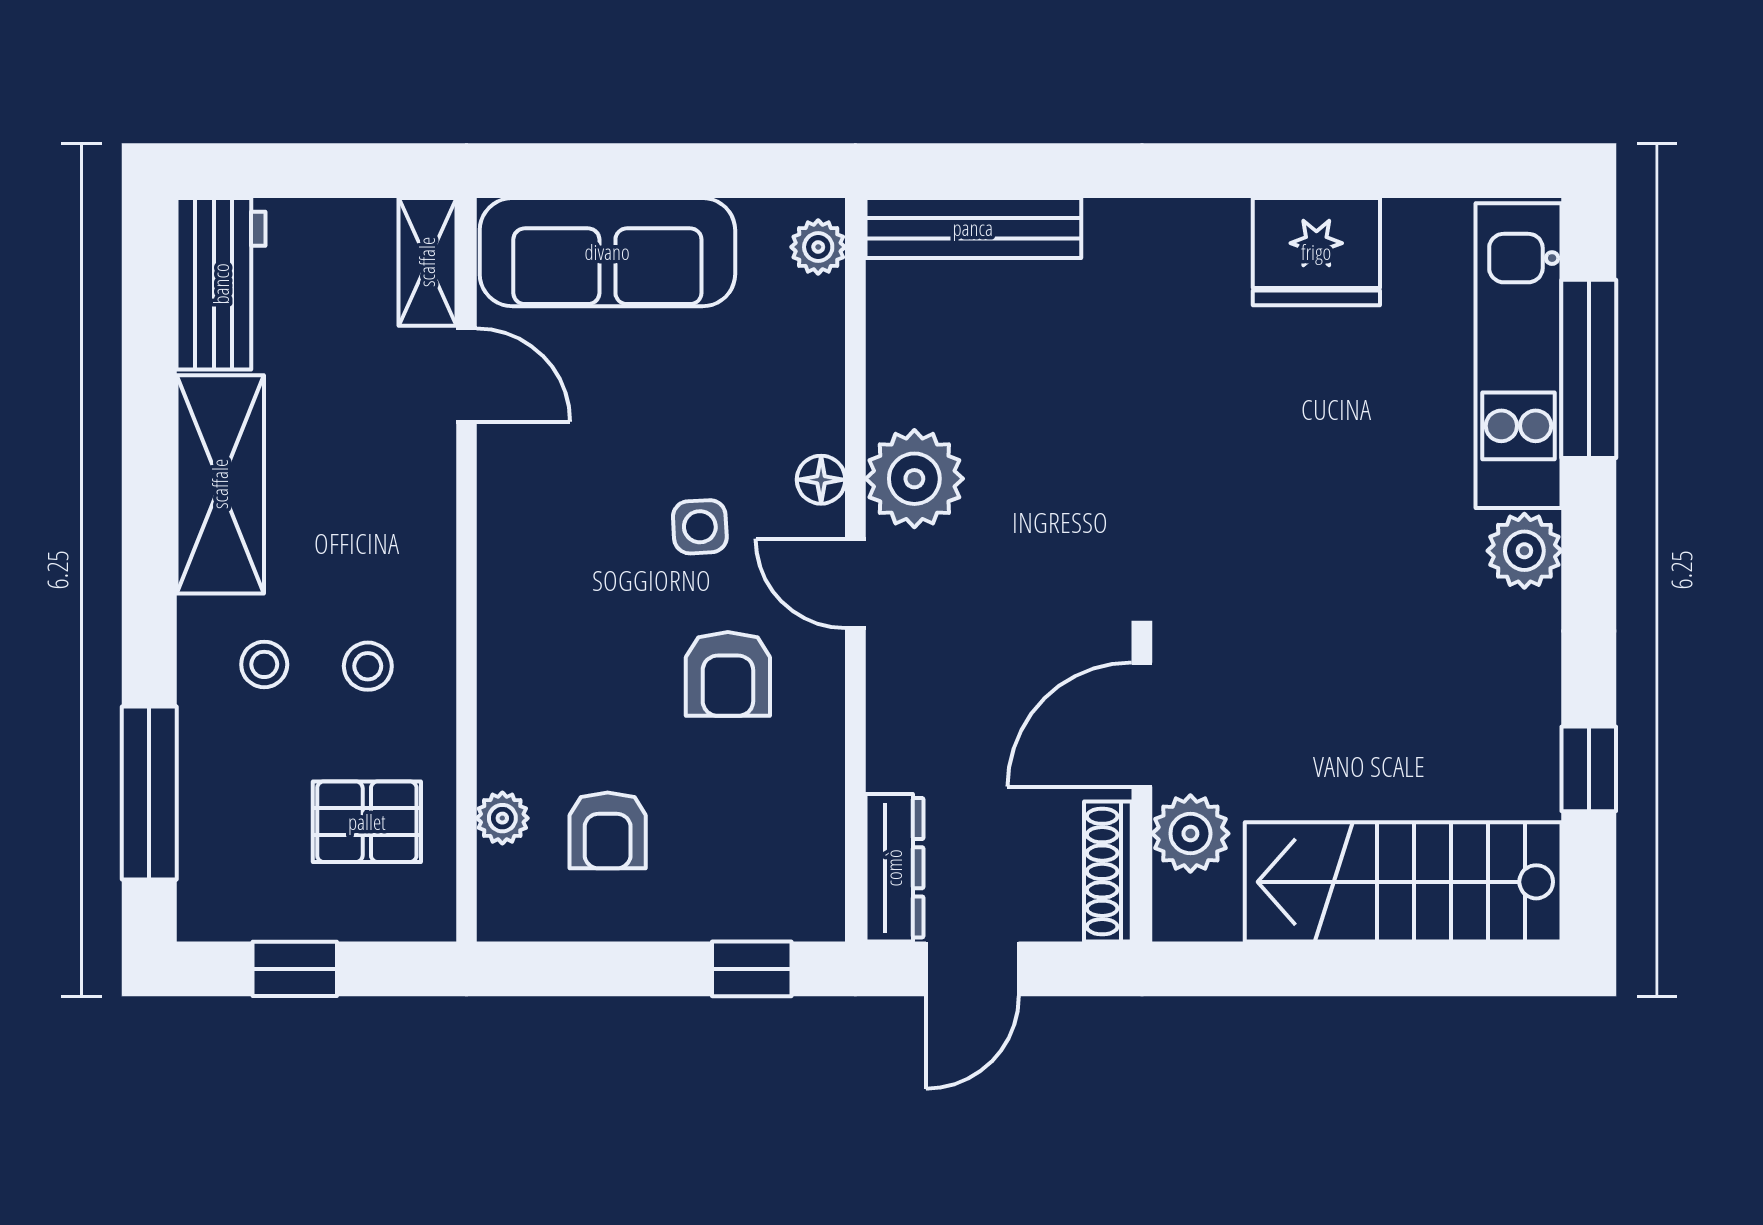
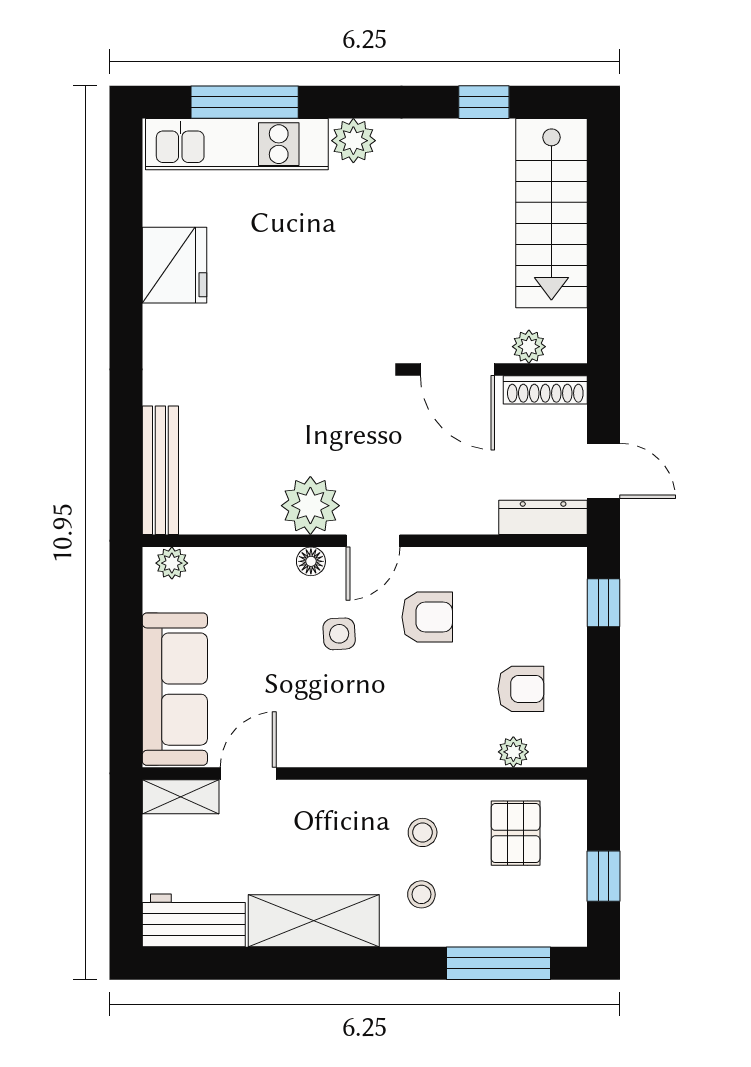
plant: (1190, 834) -> (529, 347), width x0.73, depth x0.73

